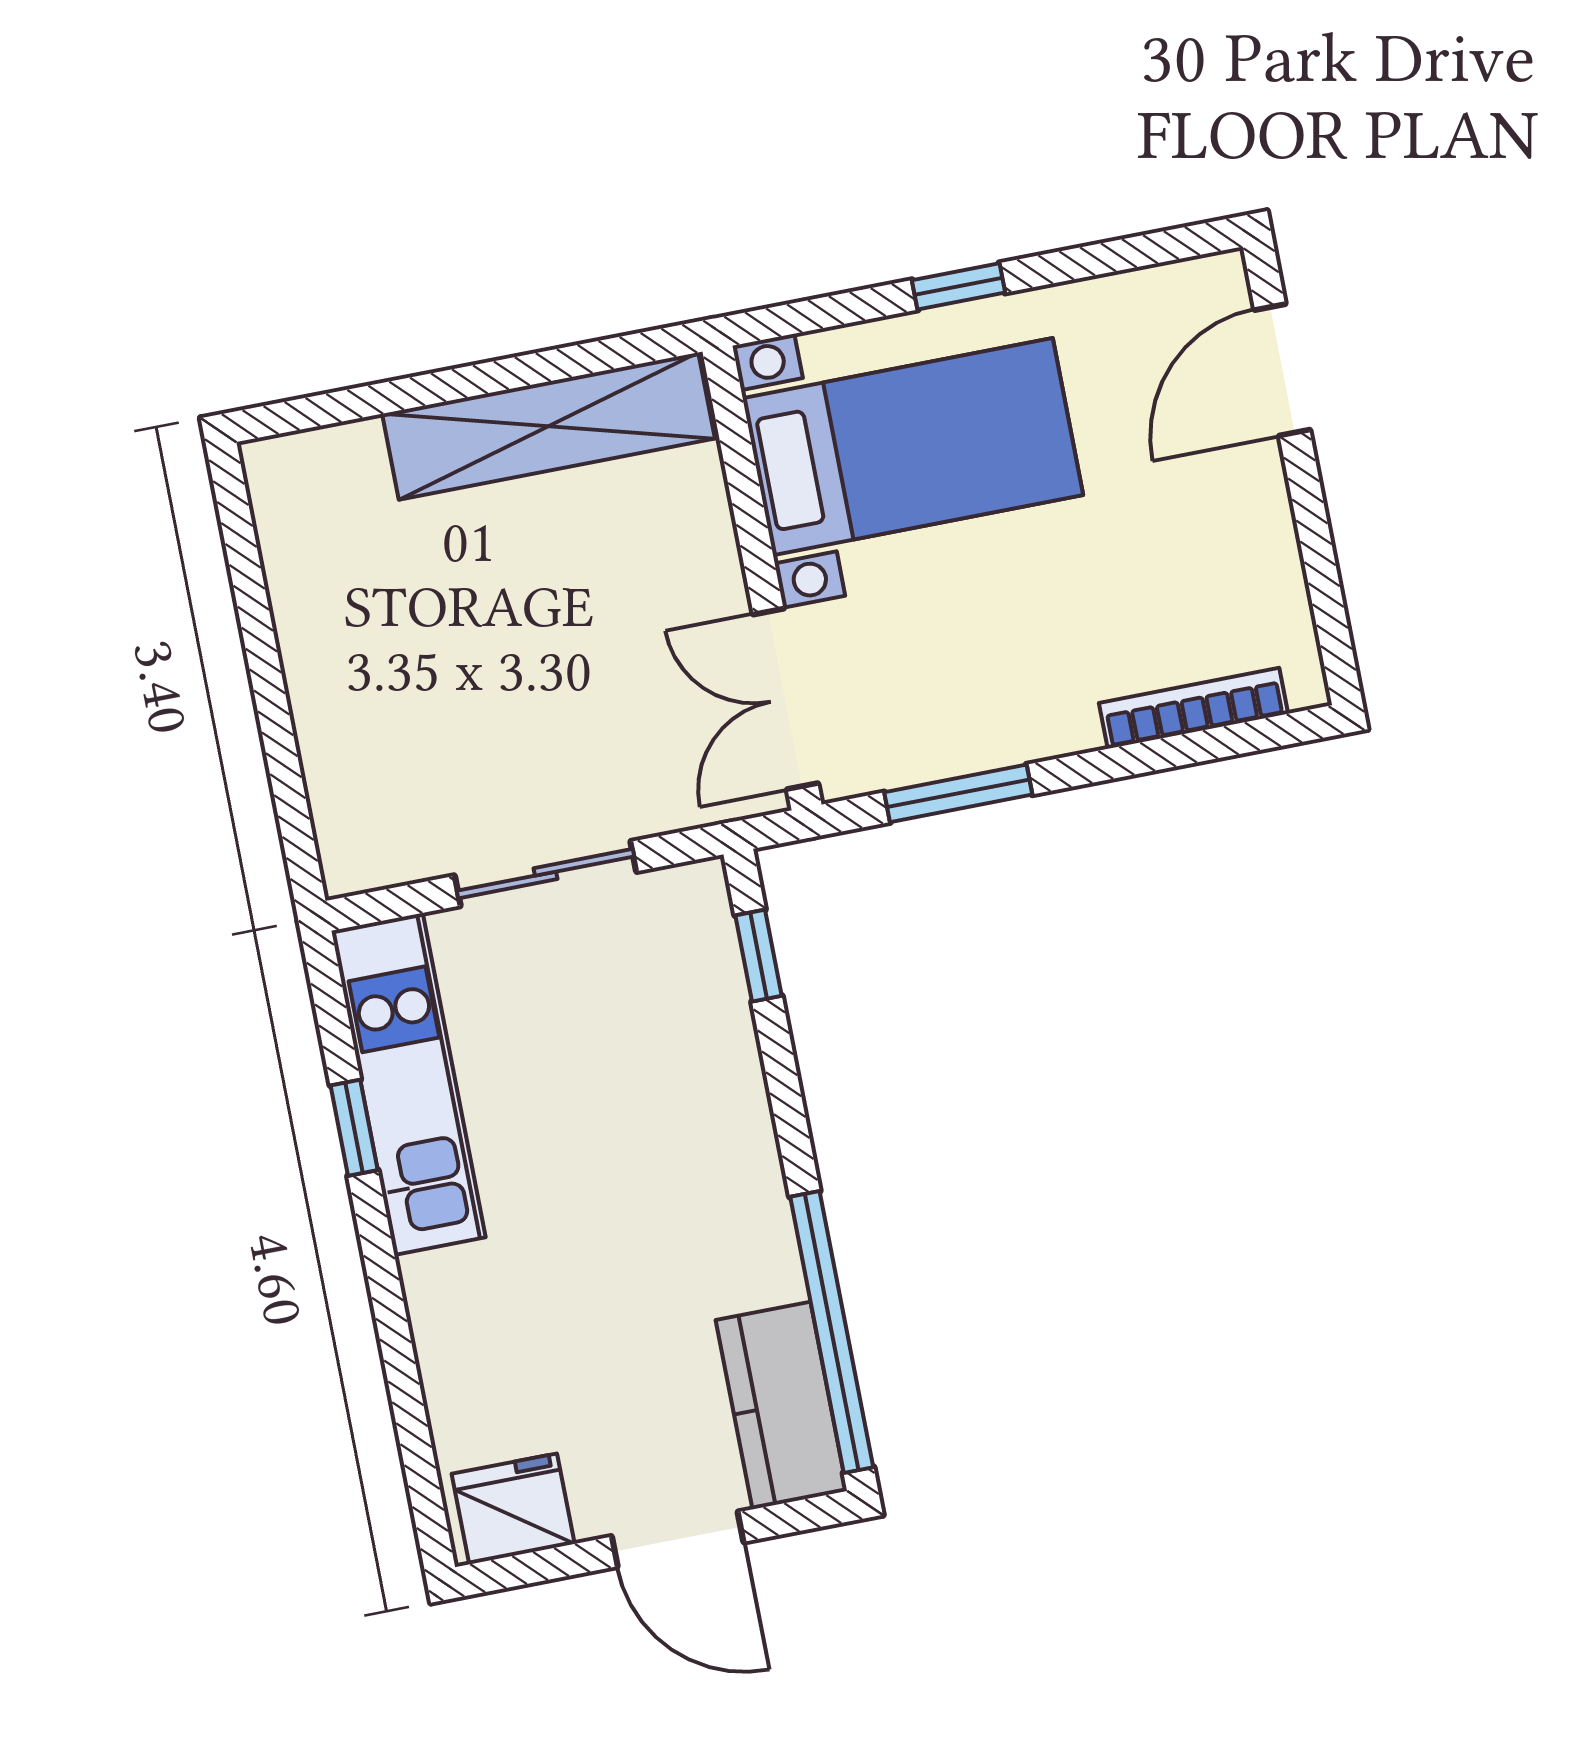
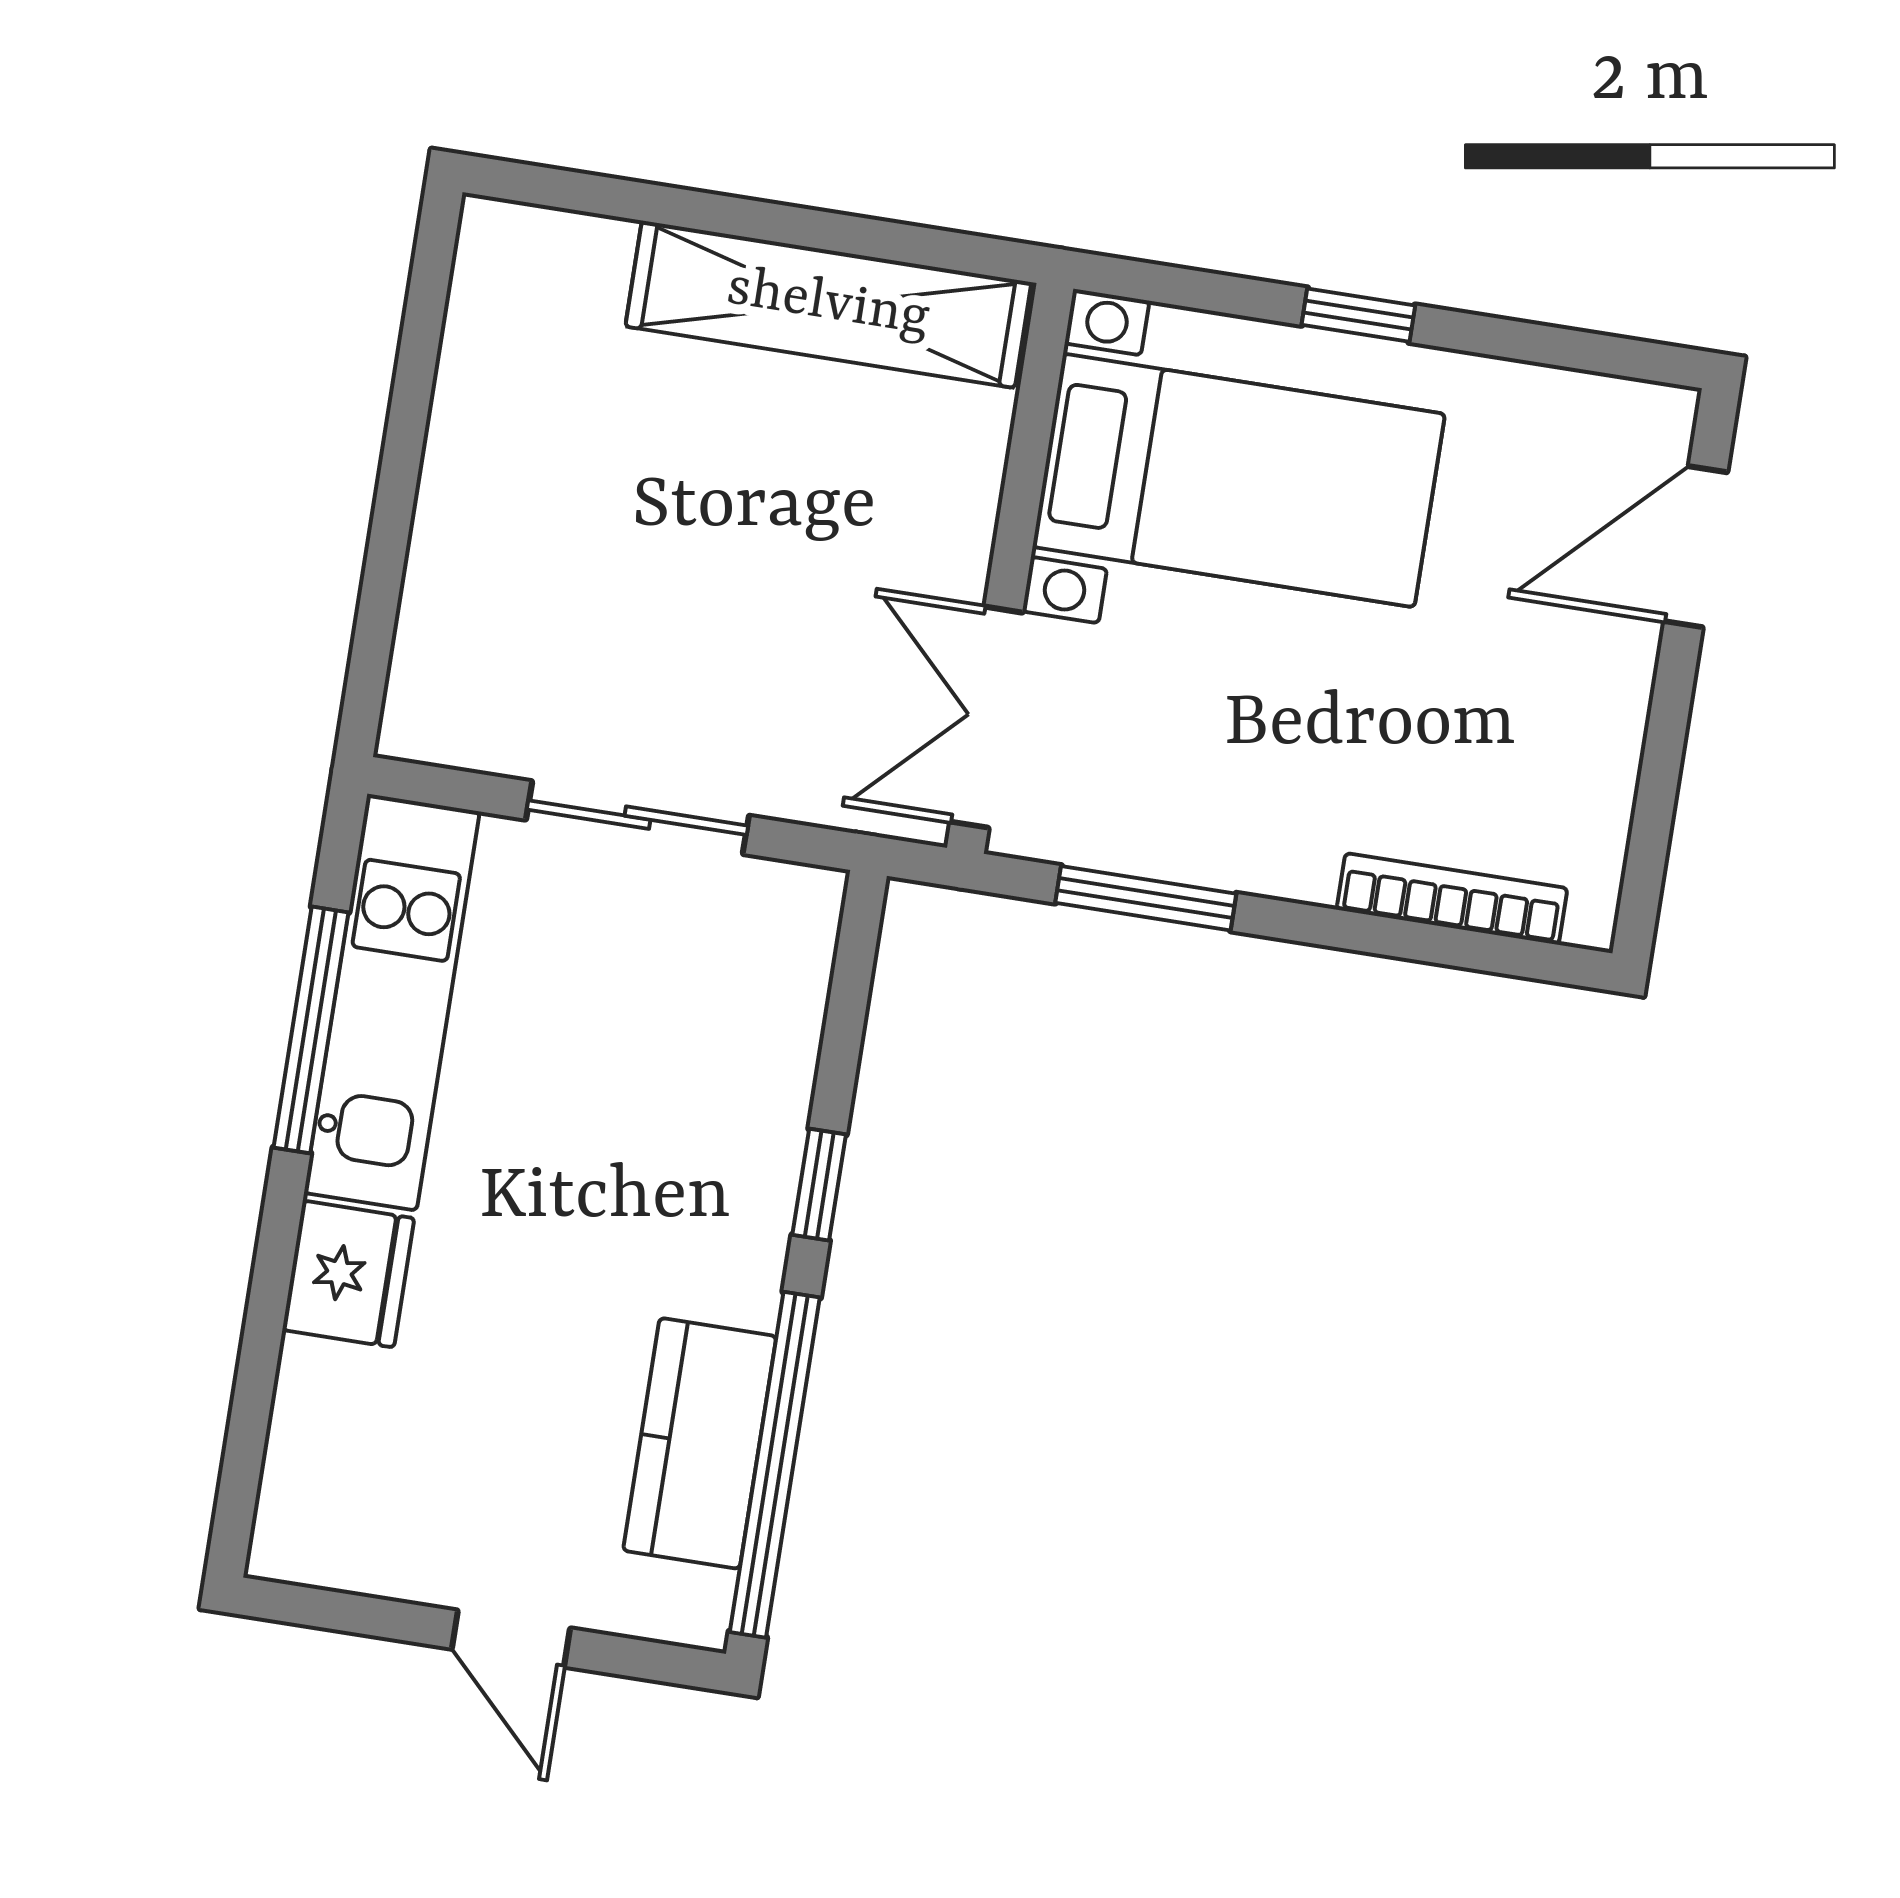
window: (759, 956) -> (819, 1185), moved
window: (354, 1128) -> (311, 1030), width x2.17
kitchen counter: (781, 1405) -> (700, 1443), moved
fridge: (513, 1509) -> (348, 1274), moved, turned 90
door: (678, 1539) -> (511, 1639), width x0.73

